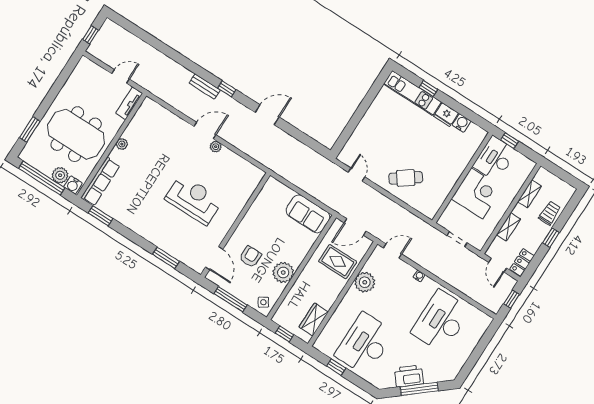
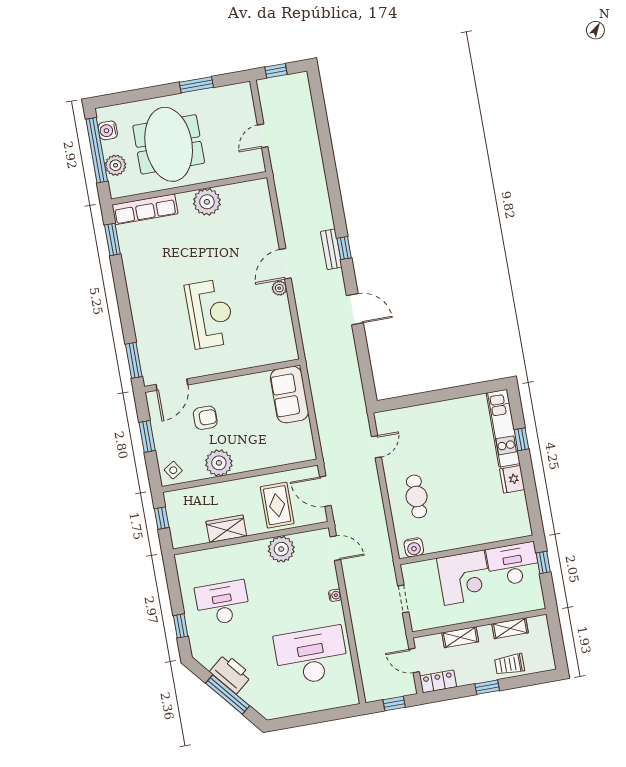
door: (121, 76) -> (263, 136), swing flipped
bench: (205, 87) -> (331, 249), moved
tv unit: (129, 103) -> (245, 168), removed
water cooler: (462, 123) -> (414, 547), moved, turned 90
window: (30, 129) -> (196, 85), moved
door: (205, 131) -> (285, 264), swing flipped
plant: (122, 144) -> (207, 202), width x1.87, depth x1.87
cafe table: (406, 178) -> (417, 496), turned 36
water cooler: (73, 185) -> (108, 130), moved
trolley: (550, 213) -> (510, 664), turned 180
sofa: (308, 214) -> (289, 395), moved
window: (166, 258) -> (134, 360), moved
door: (498, 265) -> (414, 661), hinge flipped
window: (231, 299) -> (147, 436), width x0.69
wardrobe: (314, 319) -> (226, 529), moved
desk: (365, 344) -> (222, 603), width x0.73, depth x0.77
window: (336, 367) -> (181, 626), moved

